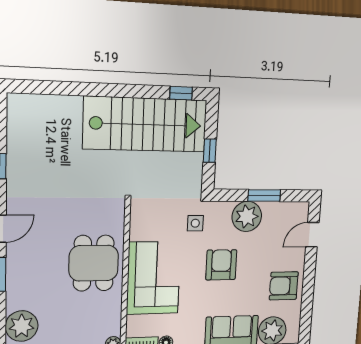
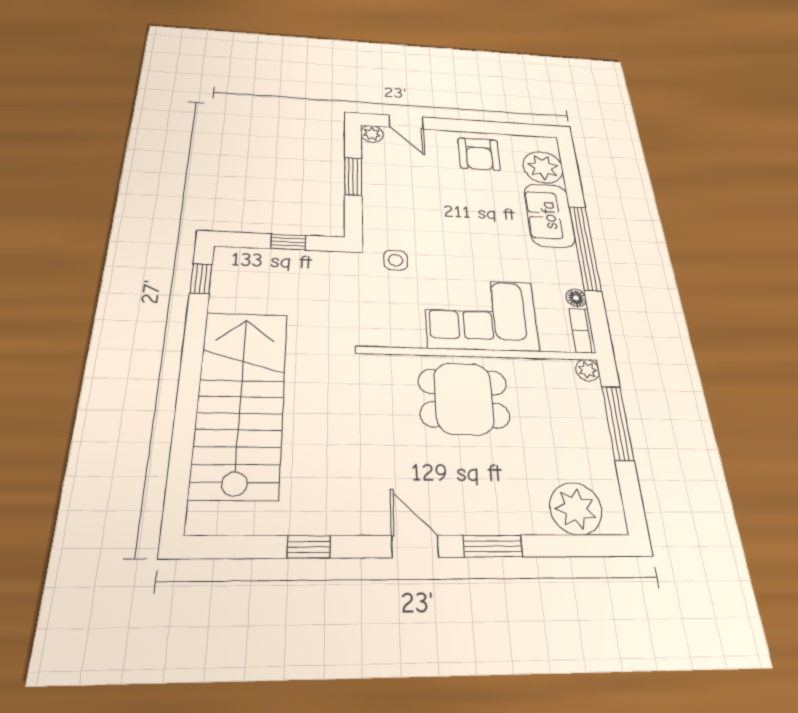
stairs: (145, 124) -> (241, 401), moved
plant: (247, 216) -> (372, 134), moved, width x0.53, depth x0.53
armchair: (221, 265) -> (455, 228), removed

